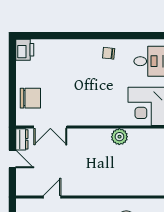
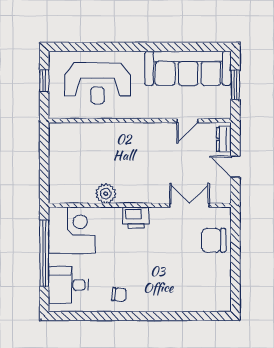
printer: (25, 50) -> (136, 218), moved, turned -90
dresser: (22, 139) -> (224, 139), moved

